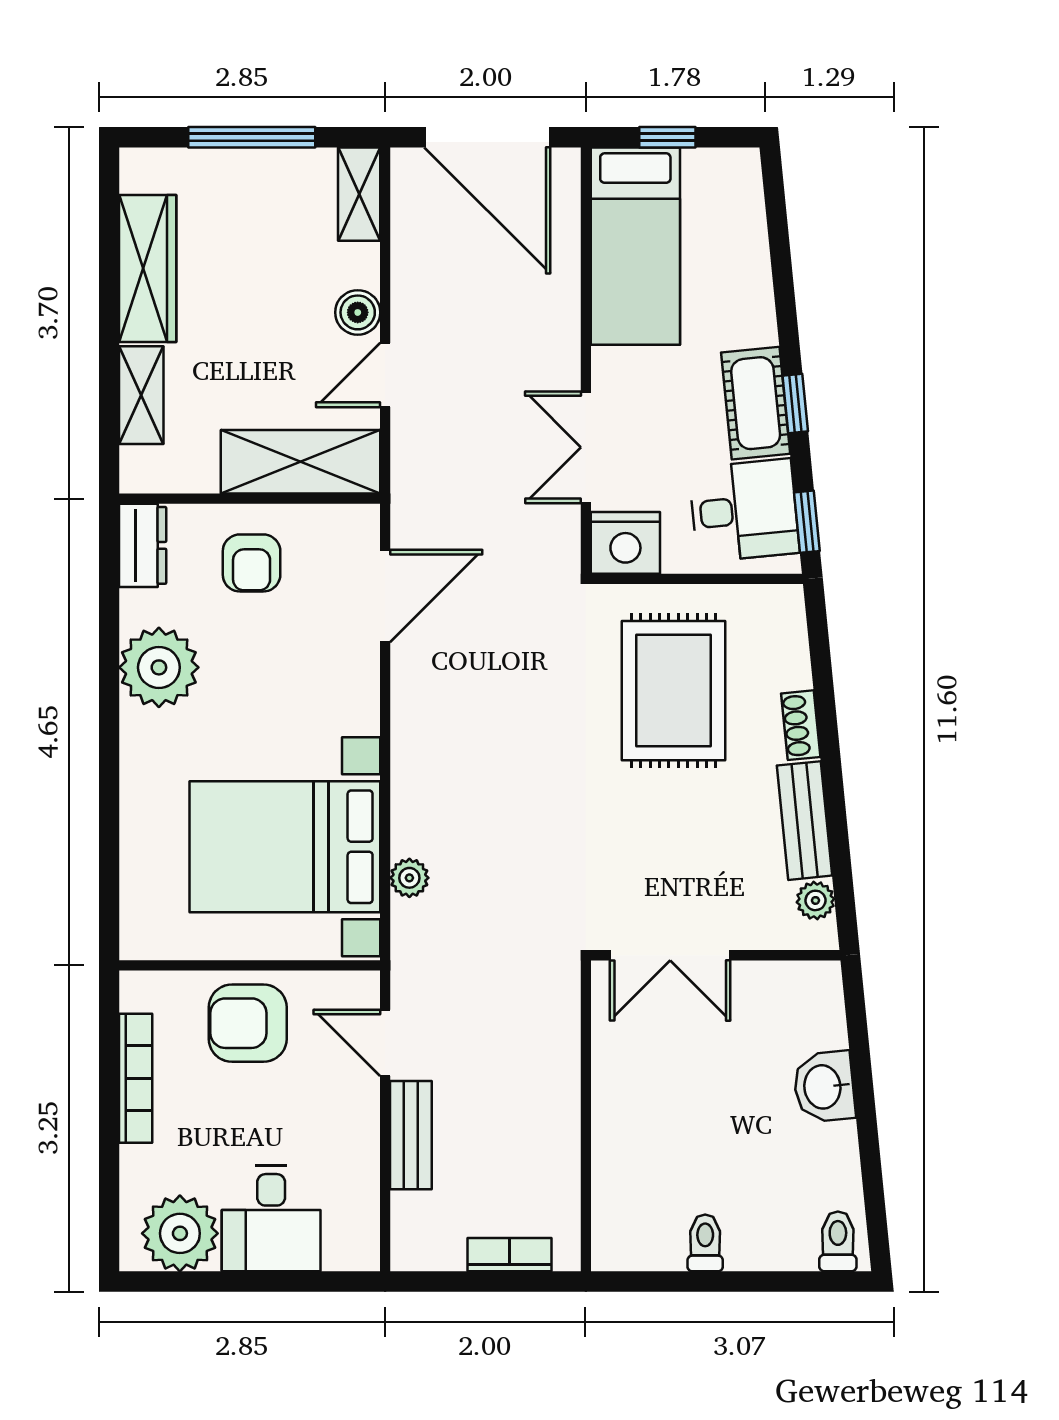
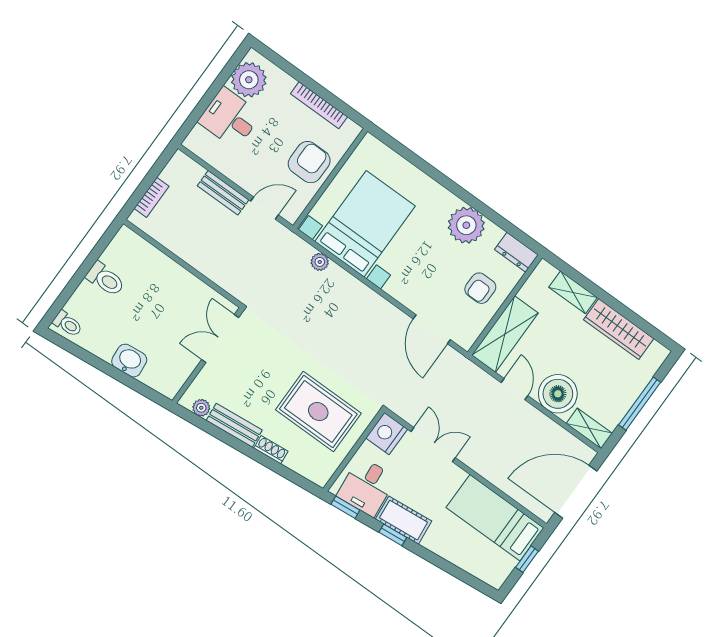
boiler: (358, 312) -> (558, 394), width x1.86, depth x1.86
armchair: (252, 563) -> (480, 288), turned -90
toilet: (705, 1243) -> (105, 279), width x1.37, depth x1.39

